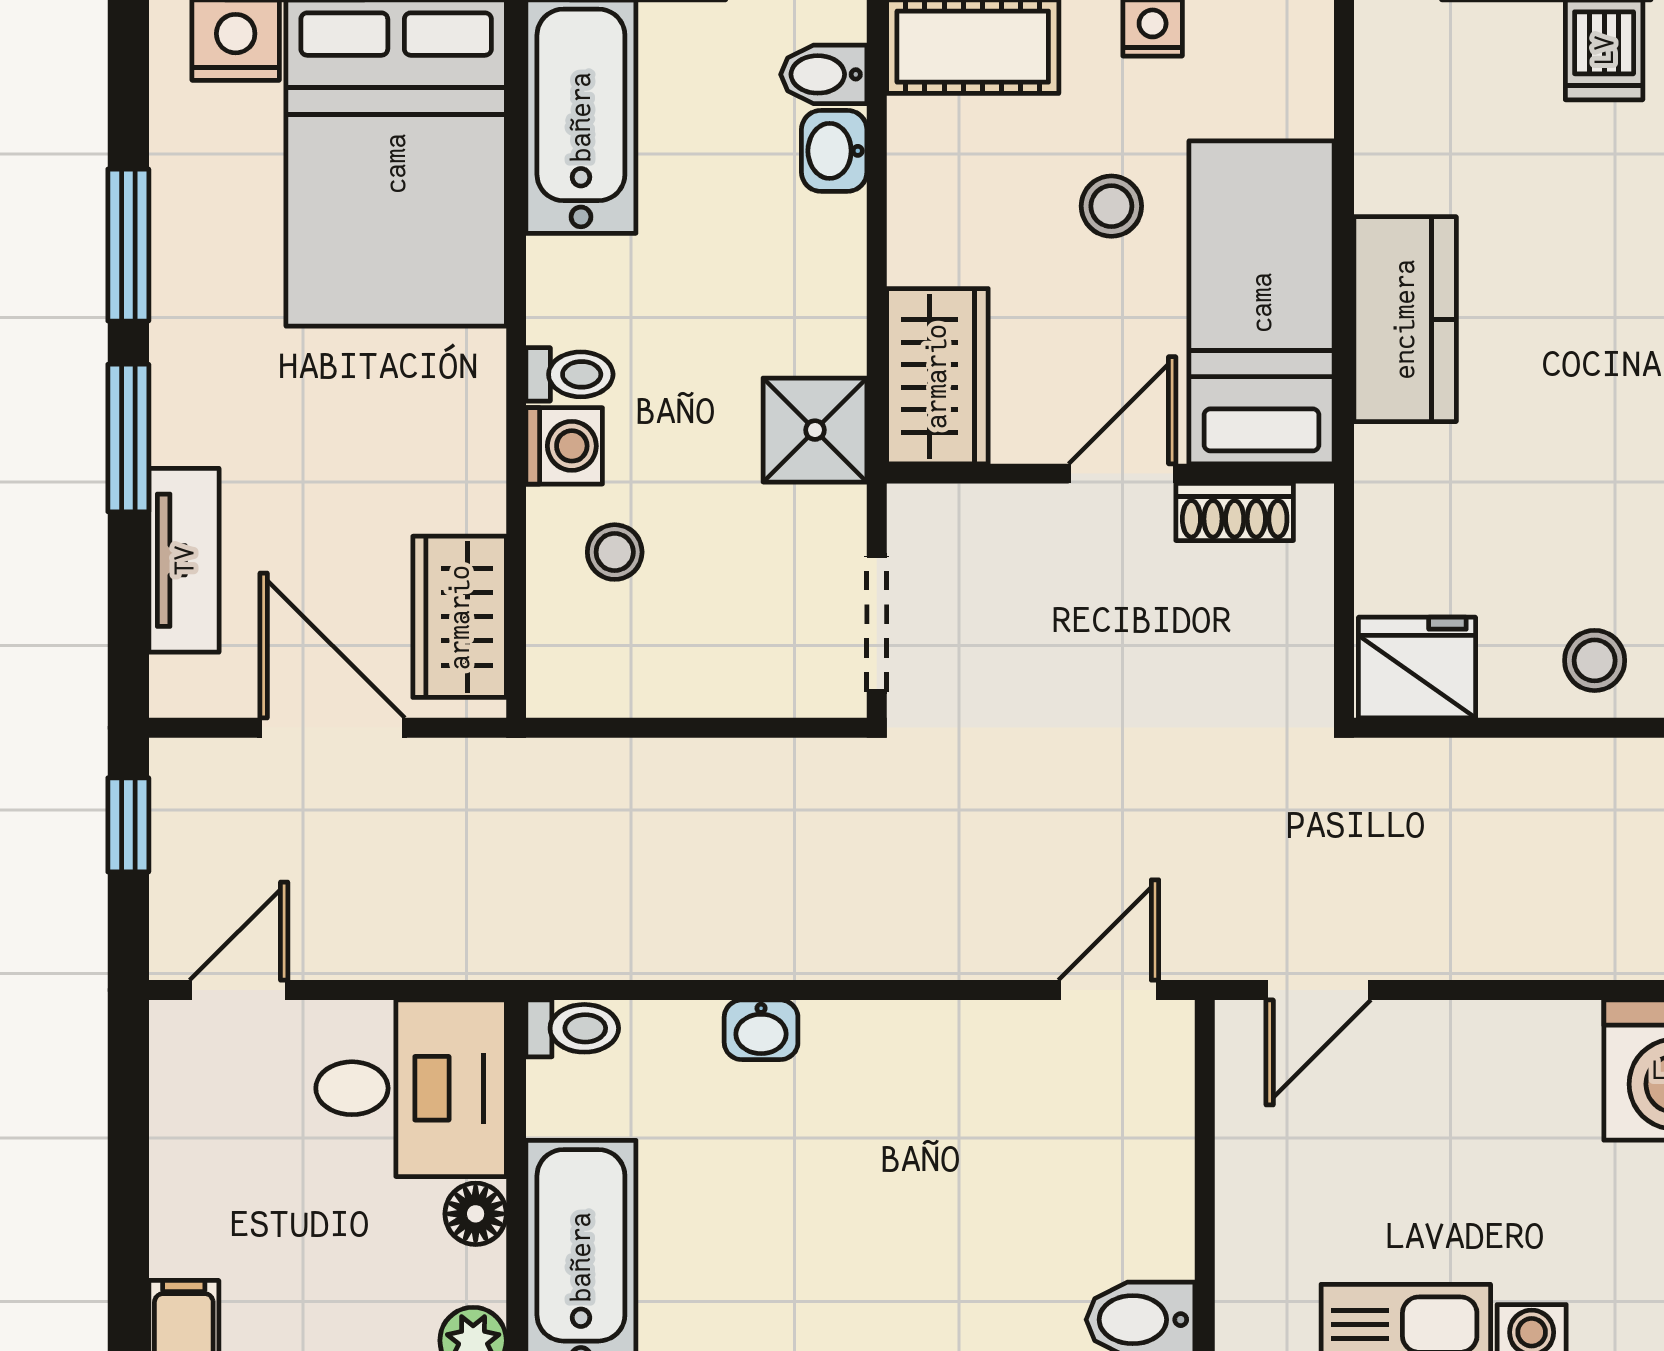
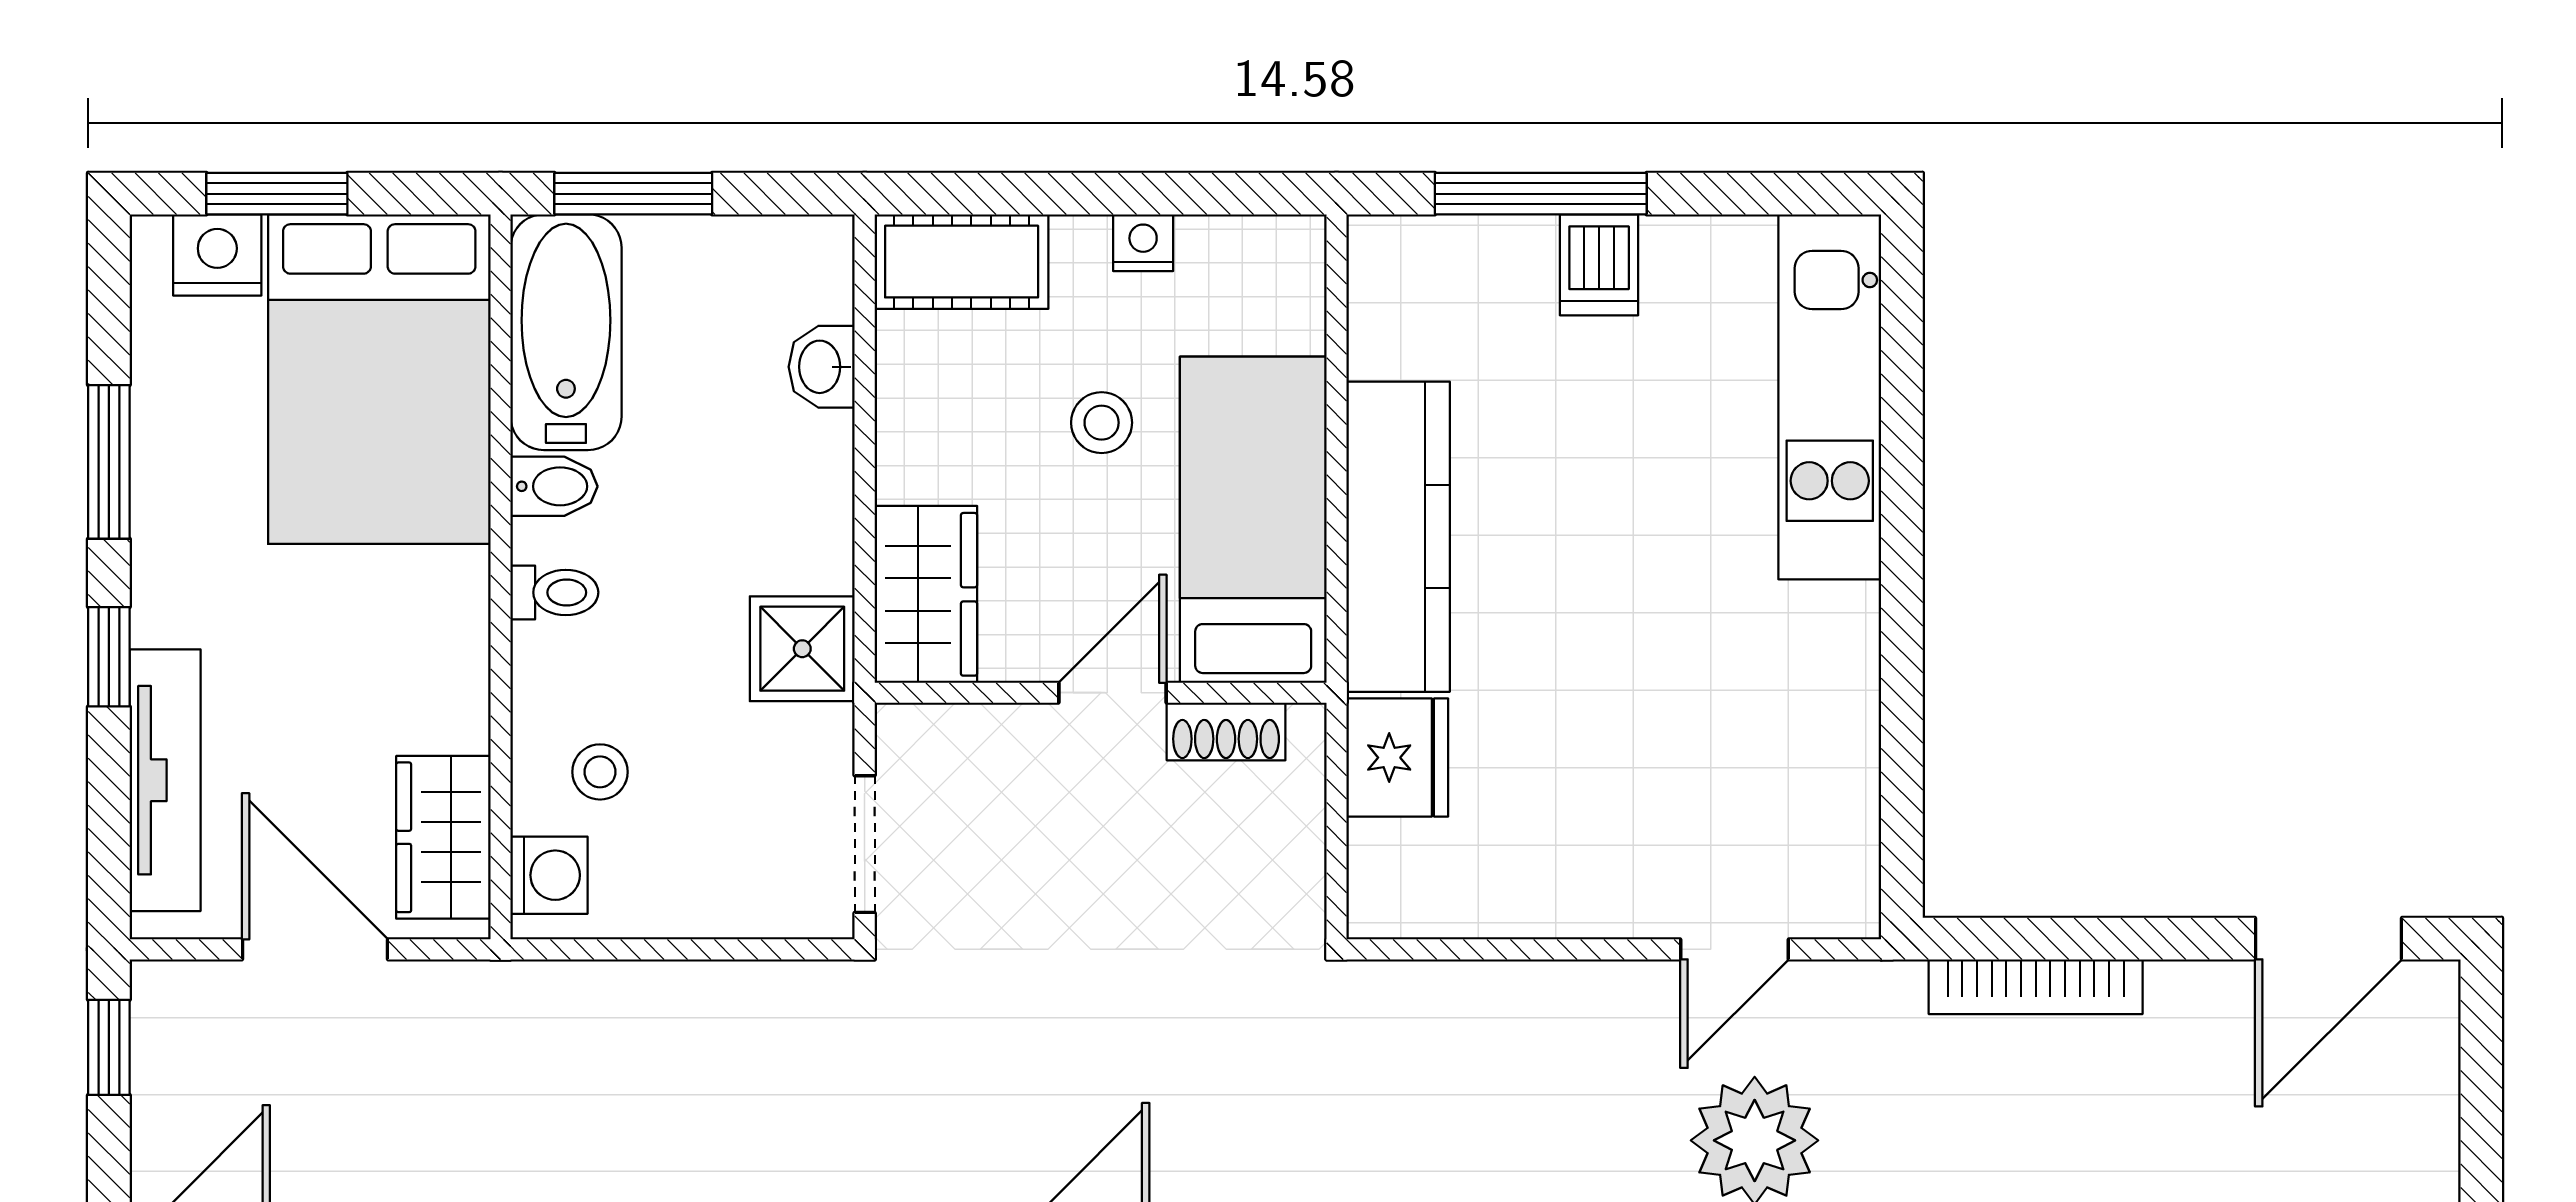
bidet: (824, 74) -> (554, 486), moved, turned 180
kitchen counter: (1405, 319) -> (1398, 537), width x1.50
window: (128, 438) -> (109, 657), width x0.67
washing machine: (564, 446) -> (549, 875), moved
tv unit: (184, 560) -> (165, 780), width x1.41
stool: (1595, 660) -> (1590, 881), removed
fridge: (1417, 668) -> (1397, 758), moved, turned 90

